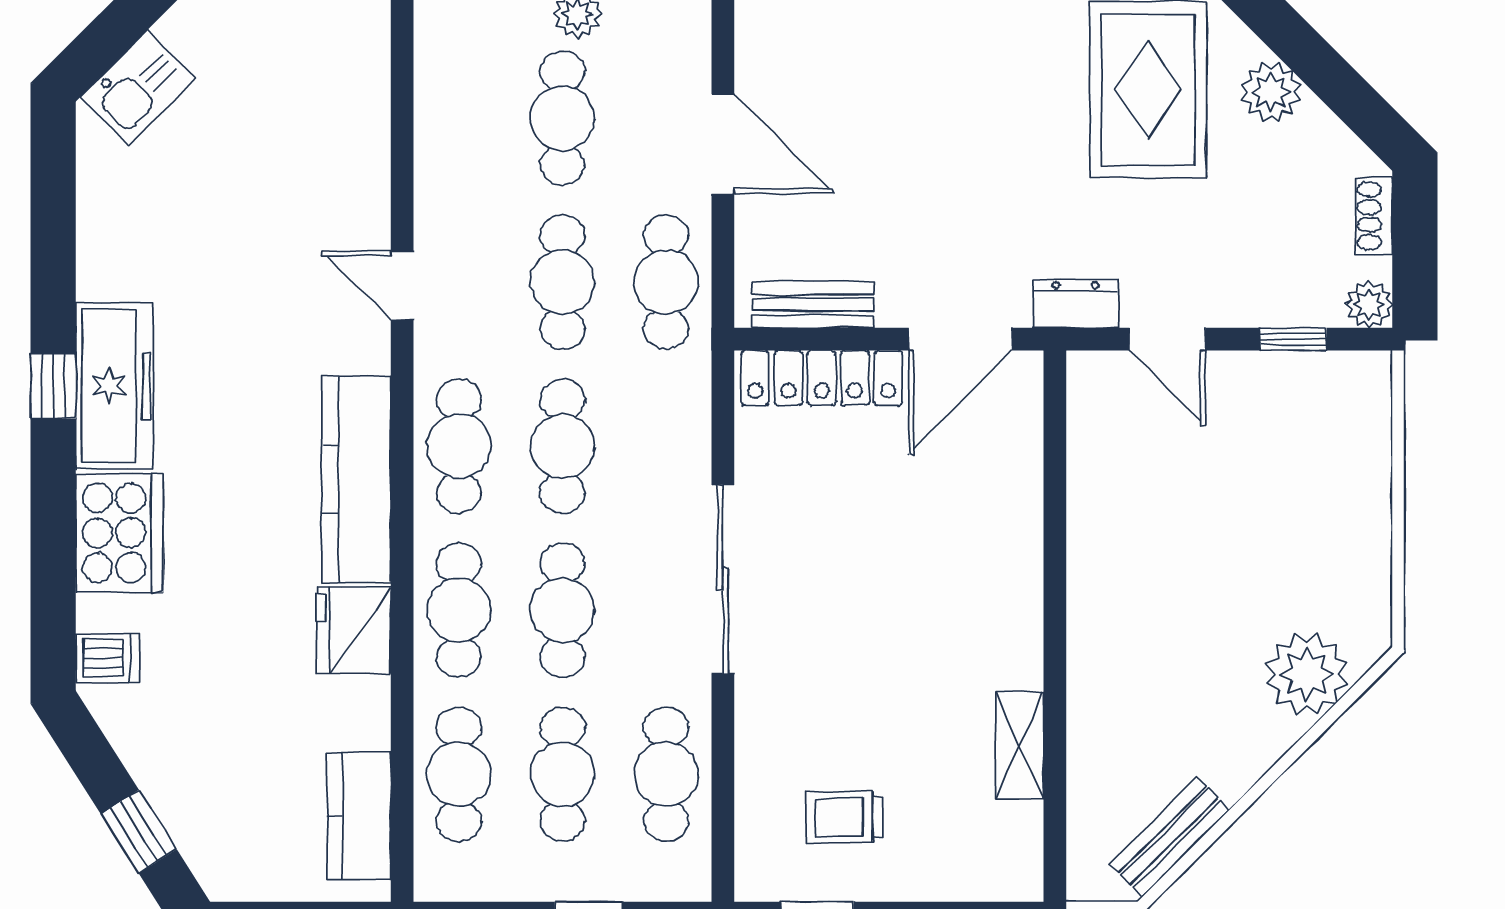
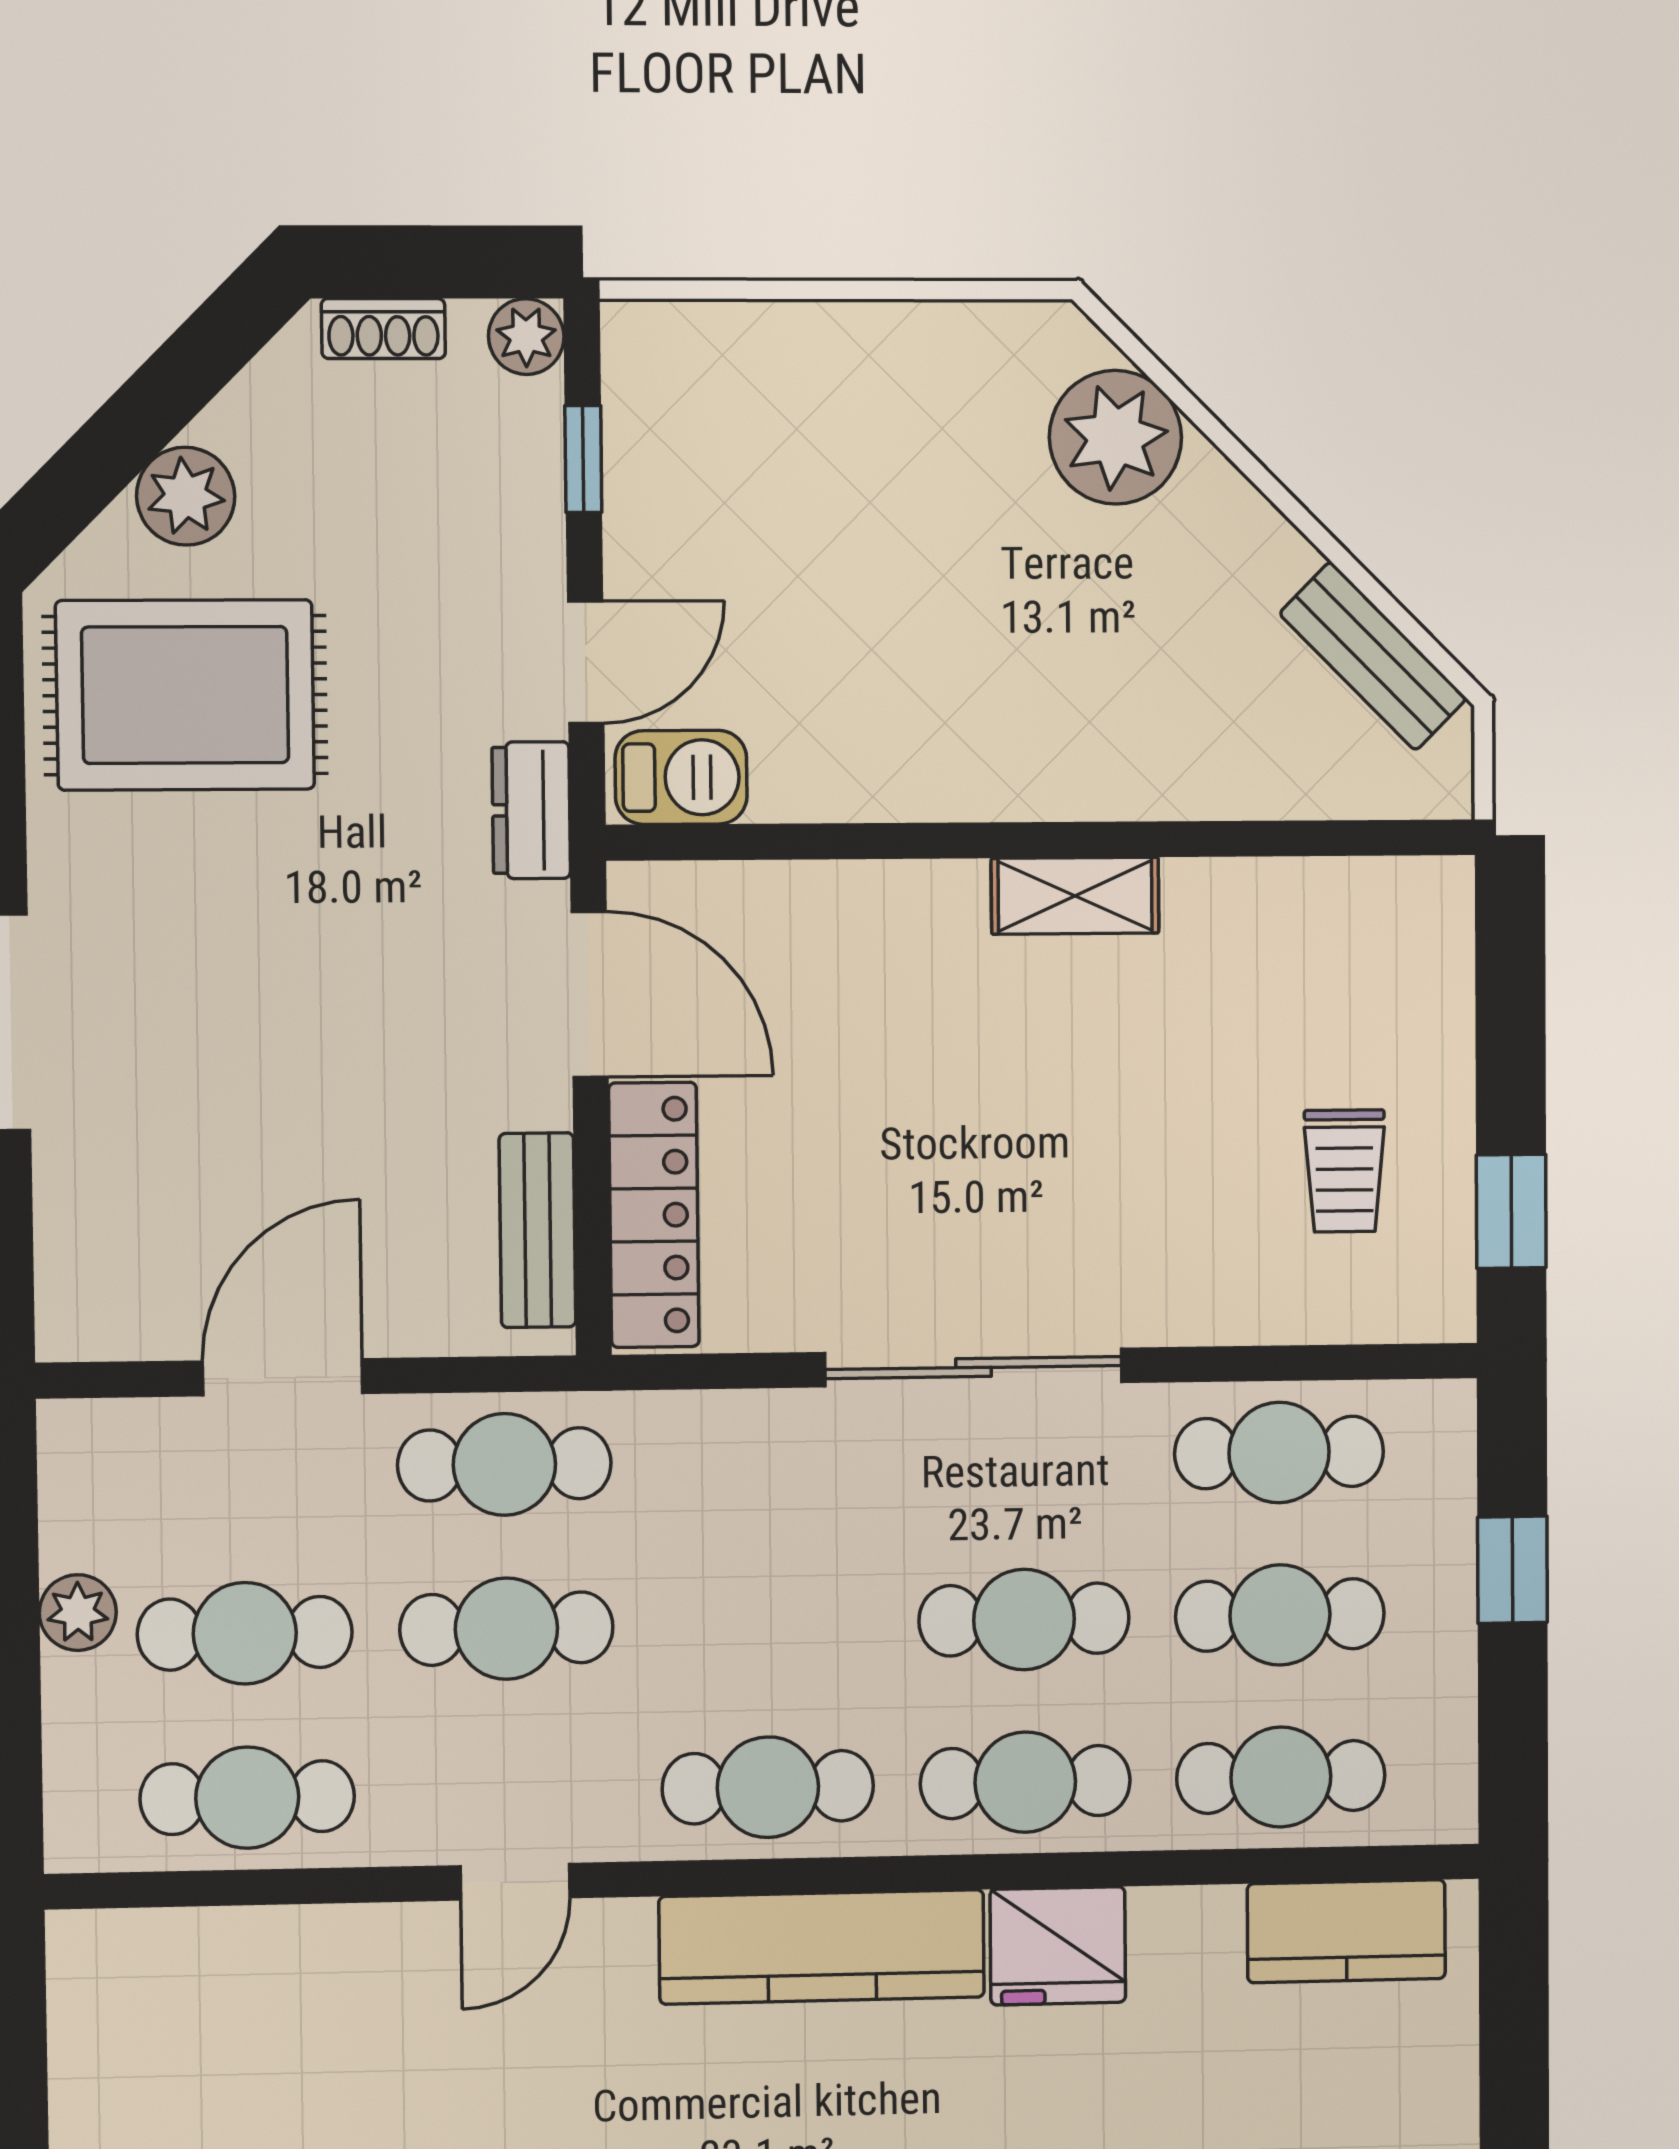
barbecue: (1095, 398) -> (681, 777), added
cafe table: (562, 446) -> (247, 1798), moved
shelving: (1020, 745) -> (1075, 896), moved

